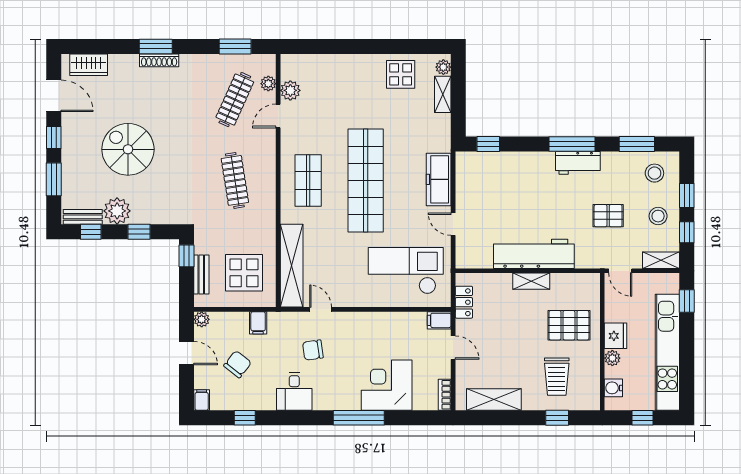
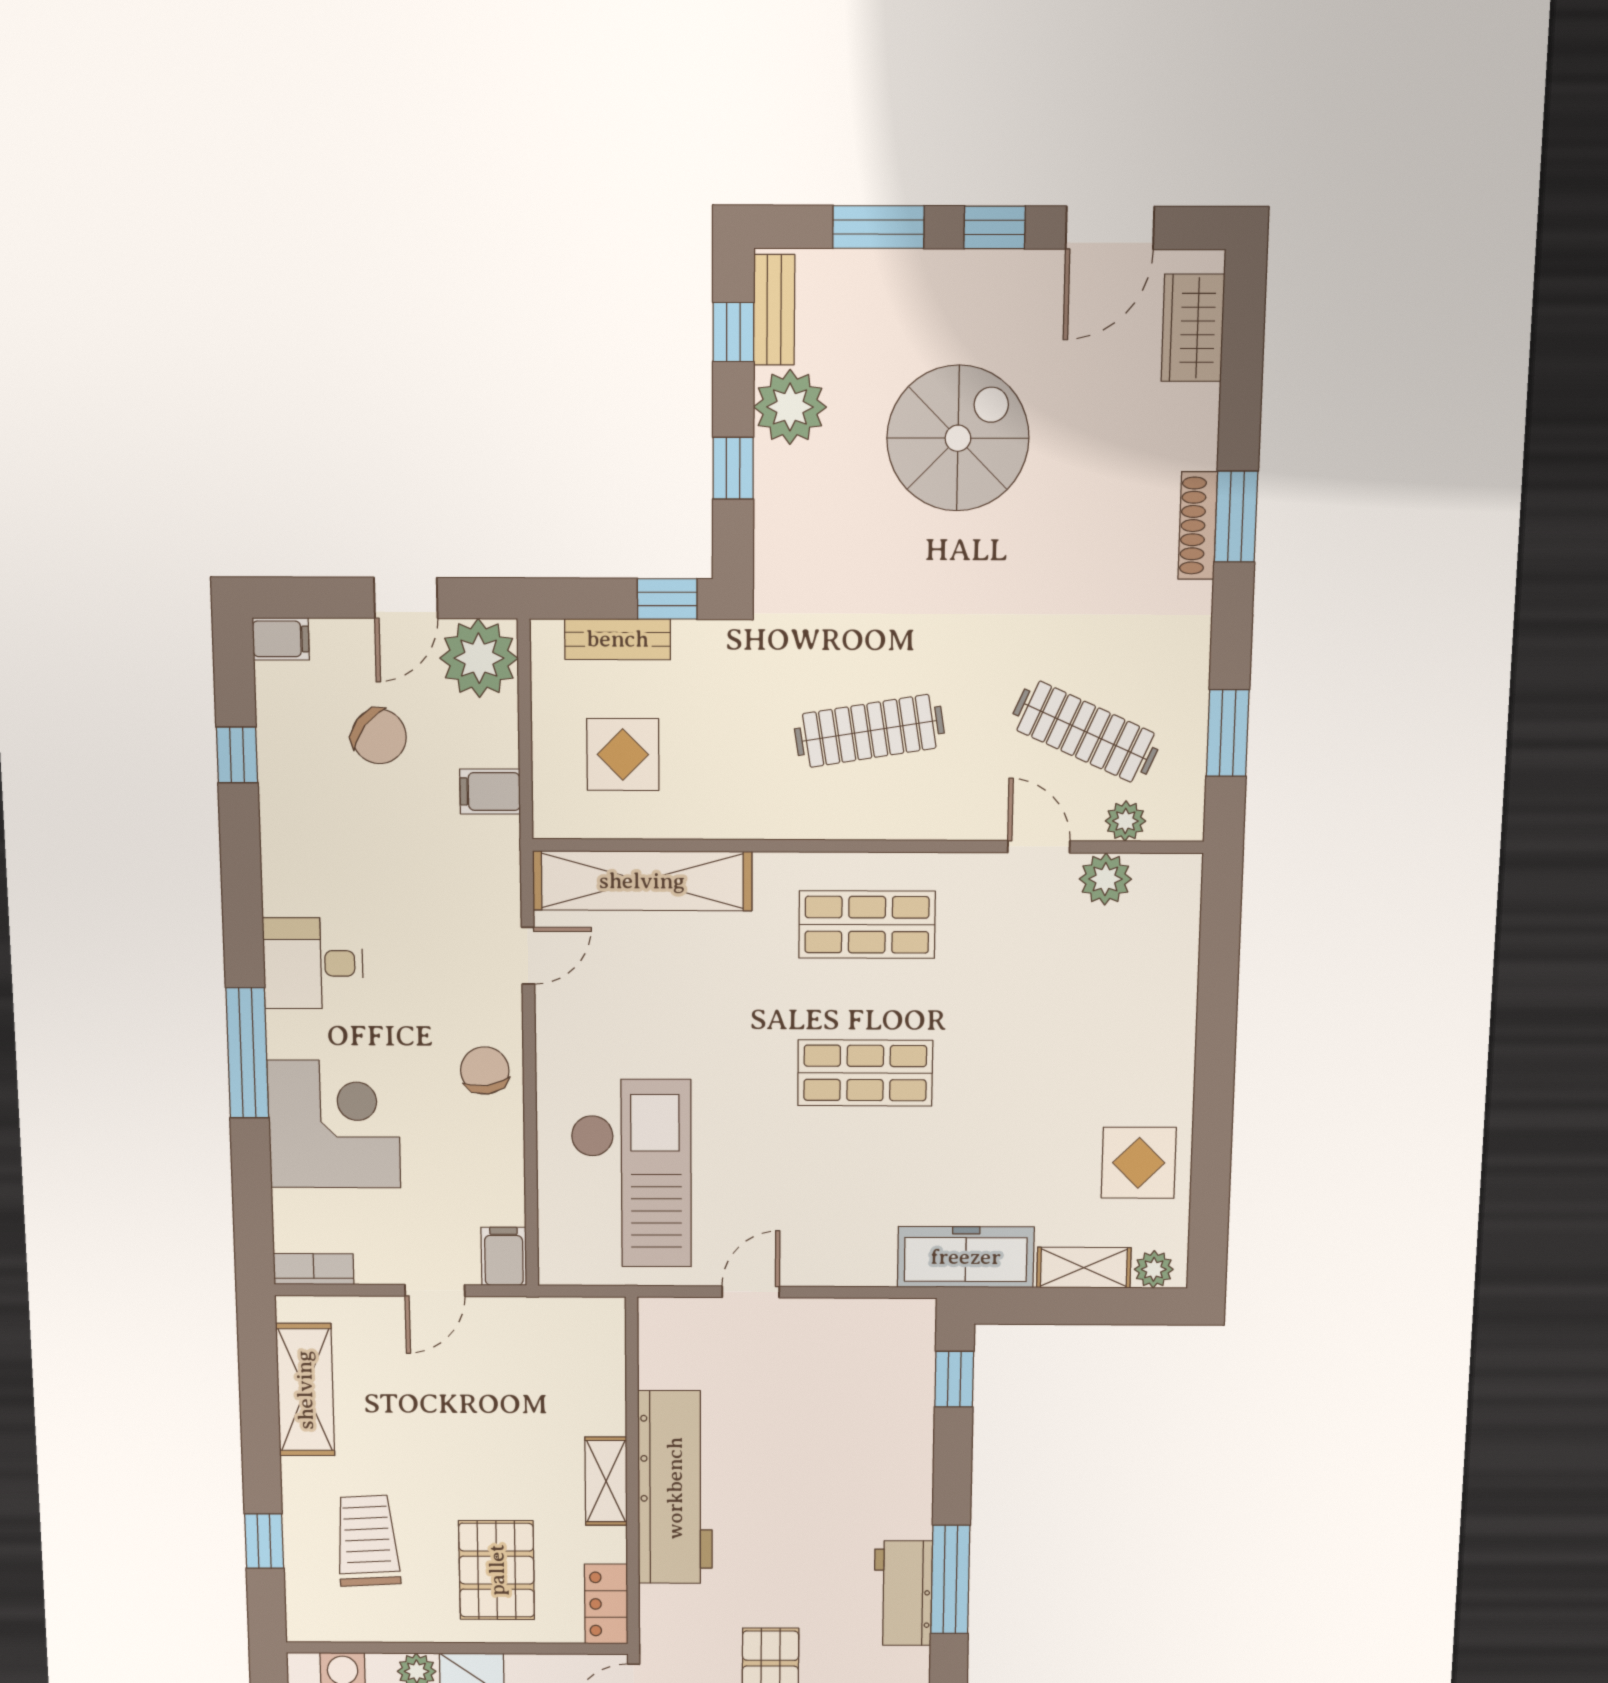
freezer: (439, 179) -> (966, 1257), moved
shop shelf: (366, 180) -> (865, 1073), width x0.50, depth x0.74
display table: (244, 273) -> (623, 755), width x0.73, depth x0.73
locker: (464, 302) -> (606, 1604), moved, turned 90
plant: (202, 319) -> (479, 658), width x1.88, depth x1.88
chair: (313, 350) -> (485, 1071), moved
trolley: (557, 377) -> (367, 1541), turned 87
desk: (294, 391) -> (313, 963), moved

